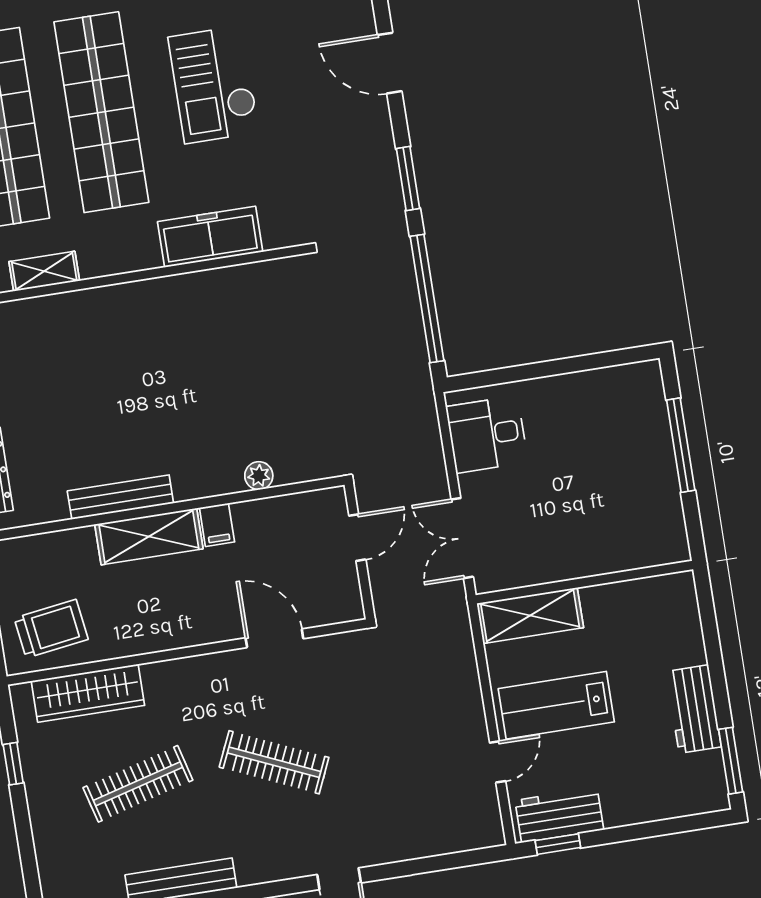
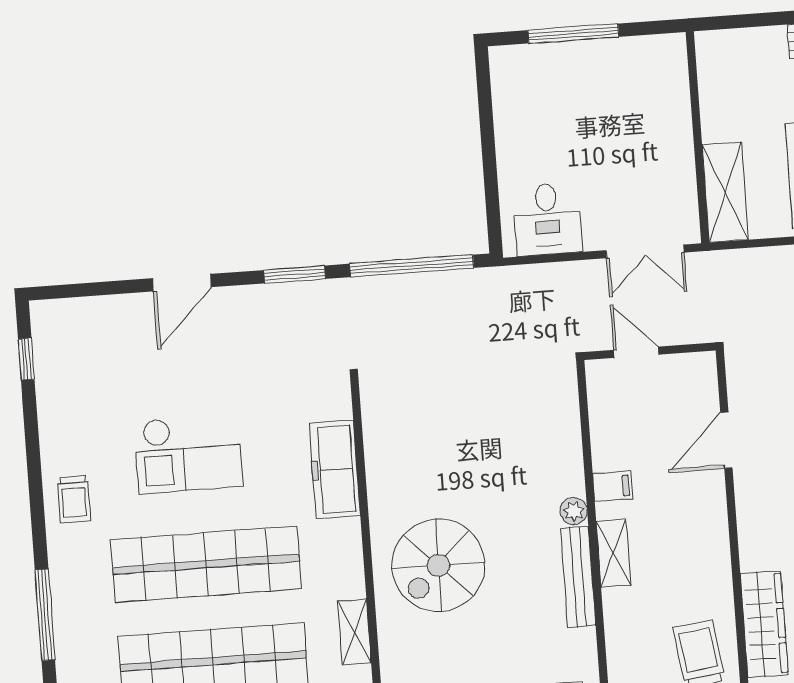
spiral stairs: (120, 352) -> (438, 565), added
plant: (259, 476) -> (574, 511), moved
shelving: (149, 537) -> (613, 553), width x0.67, depth x0.75

